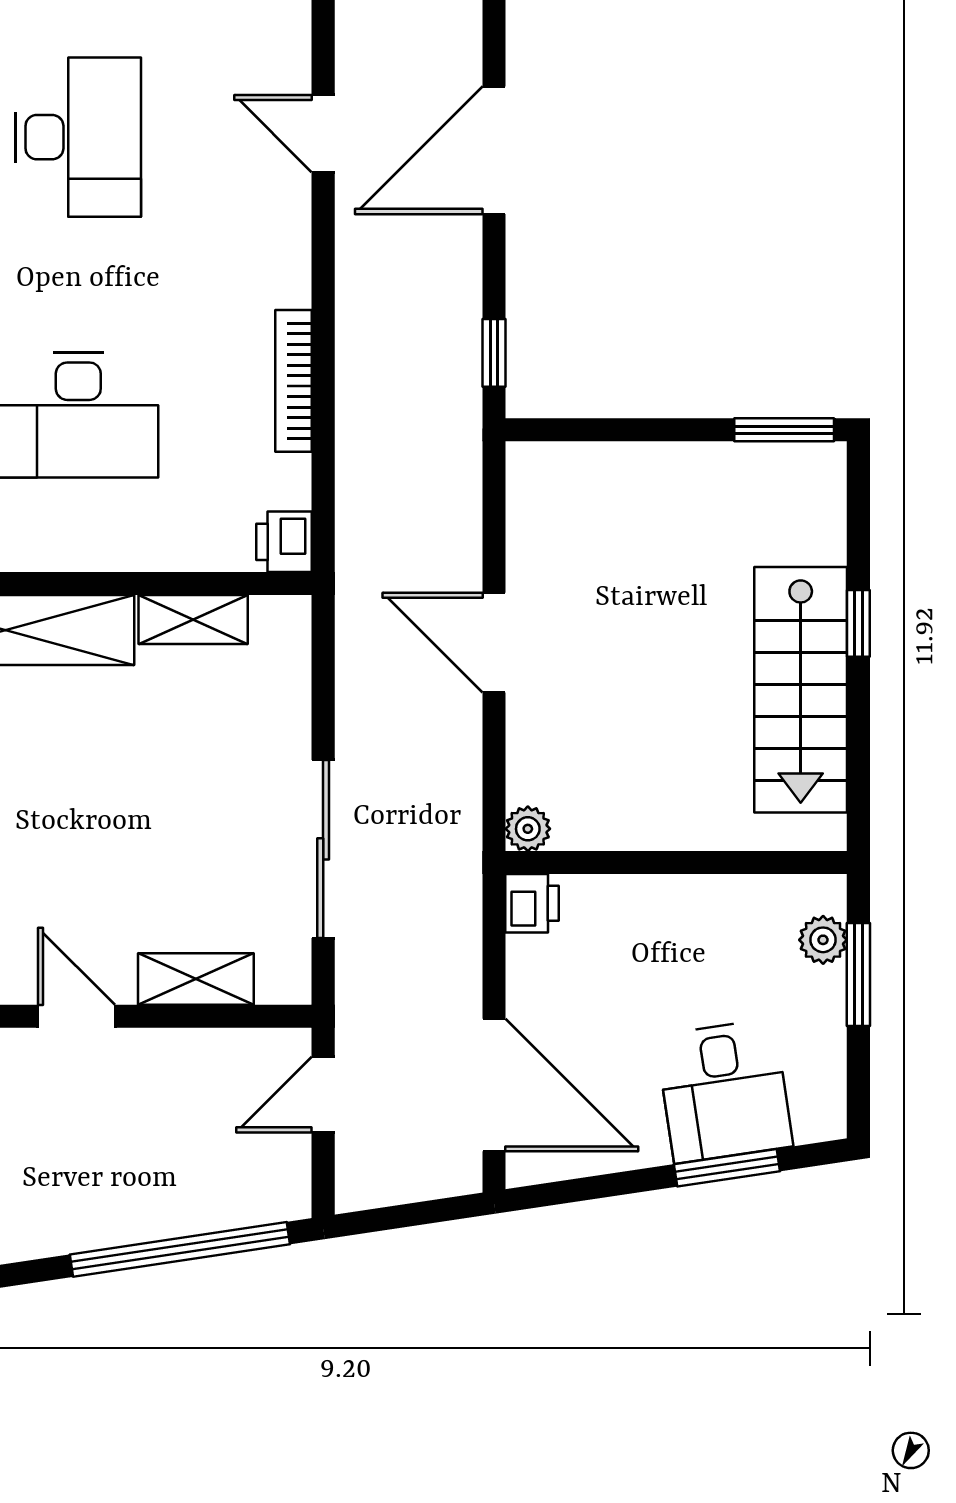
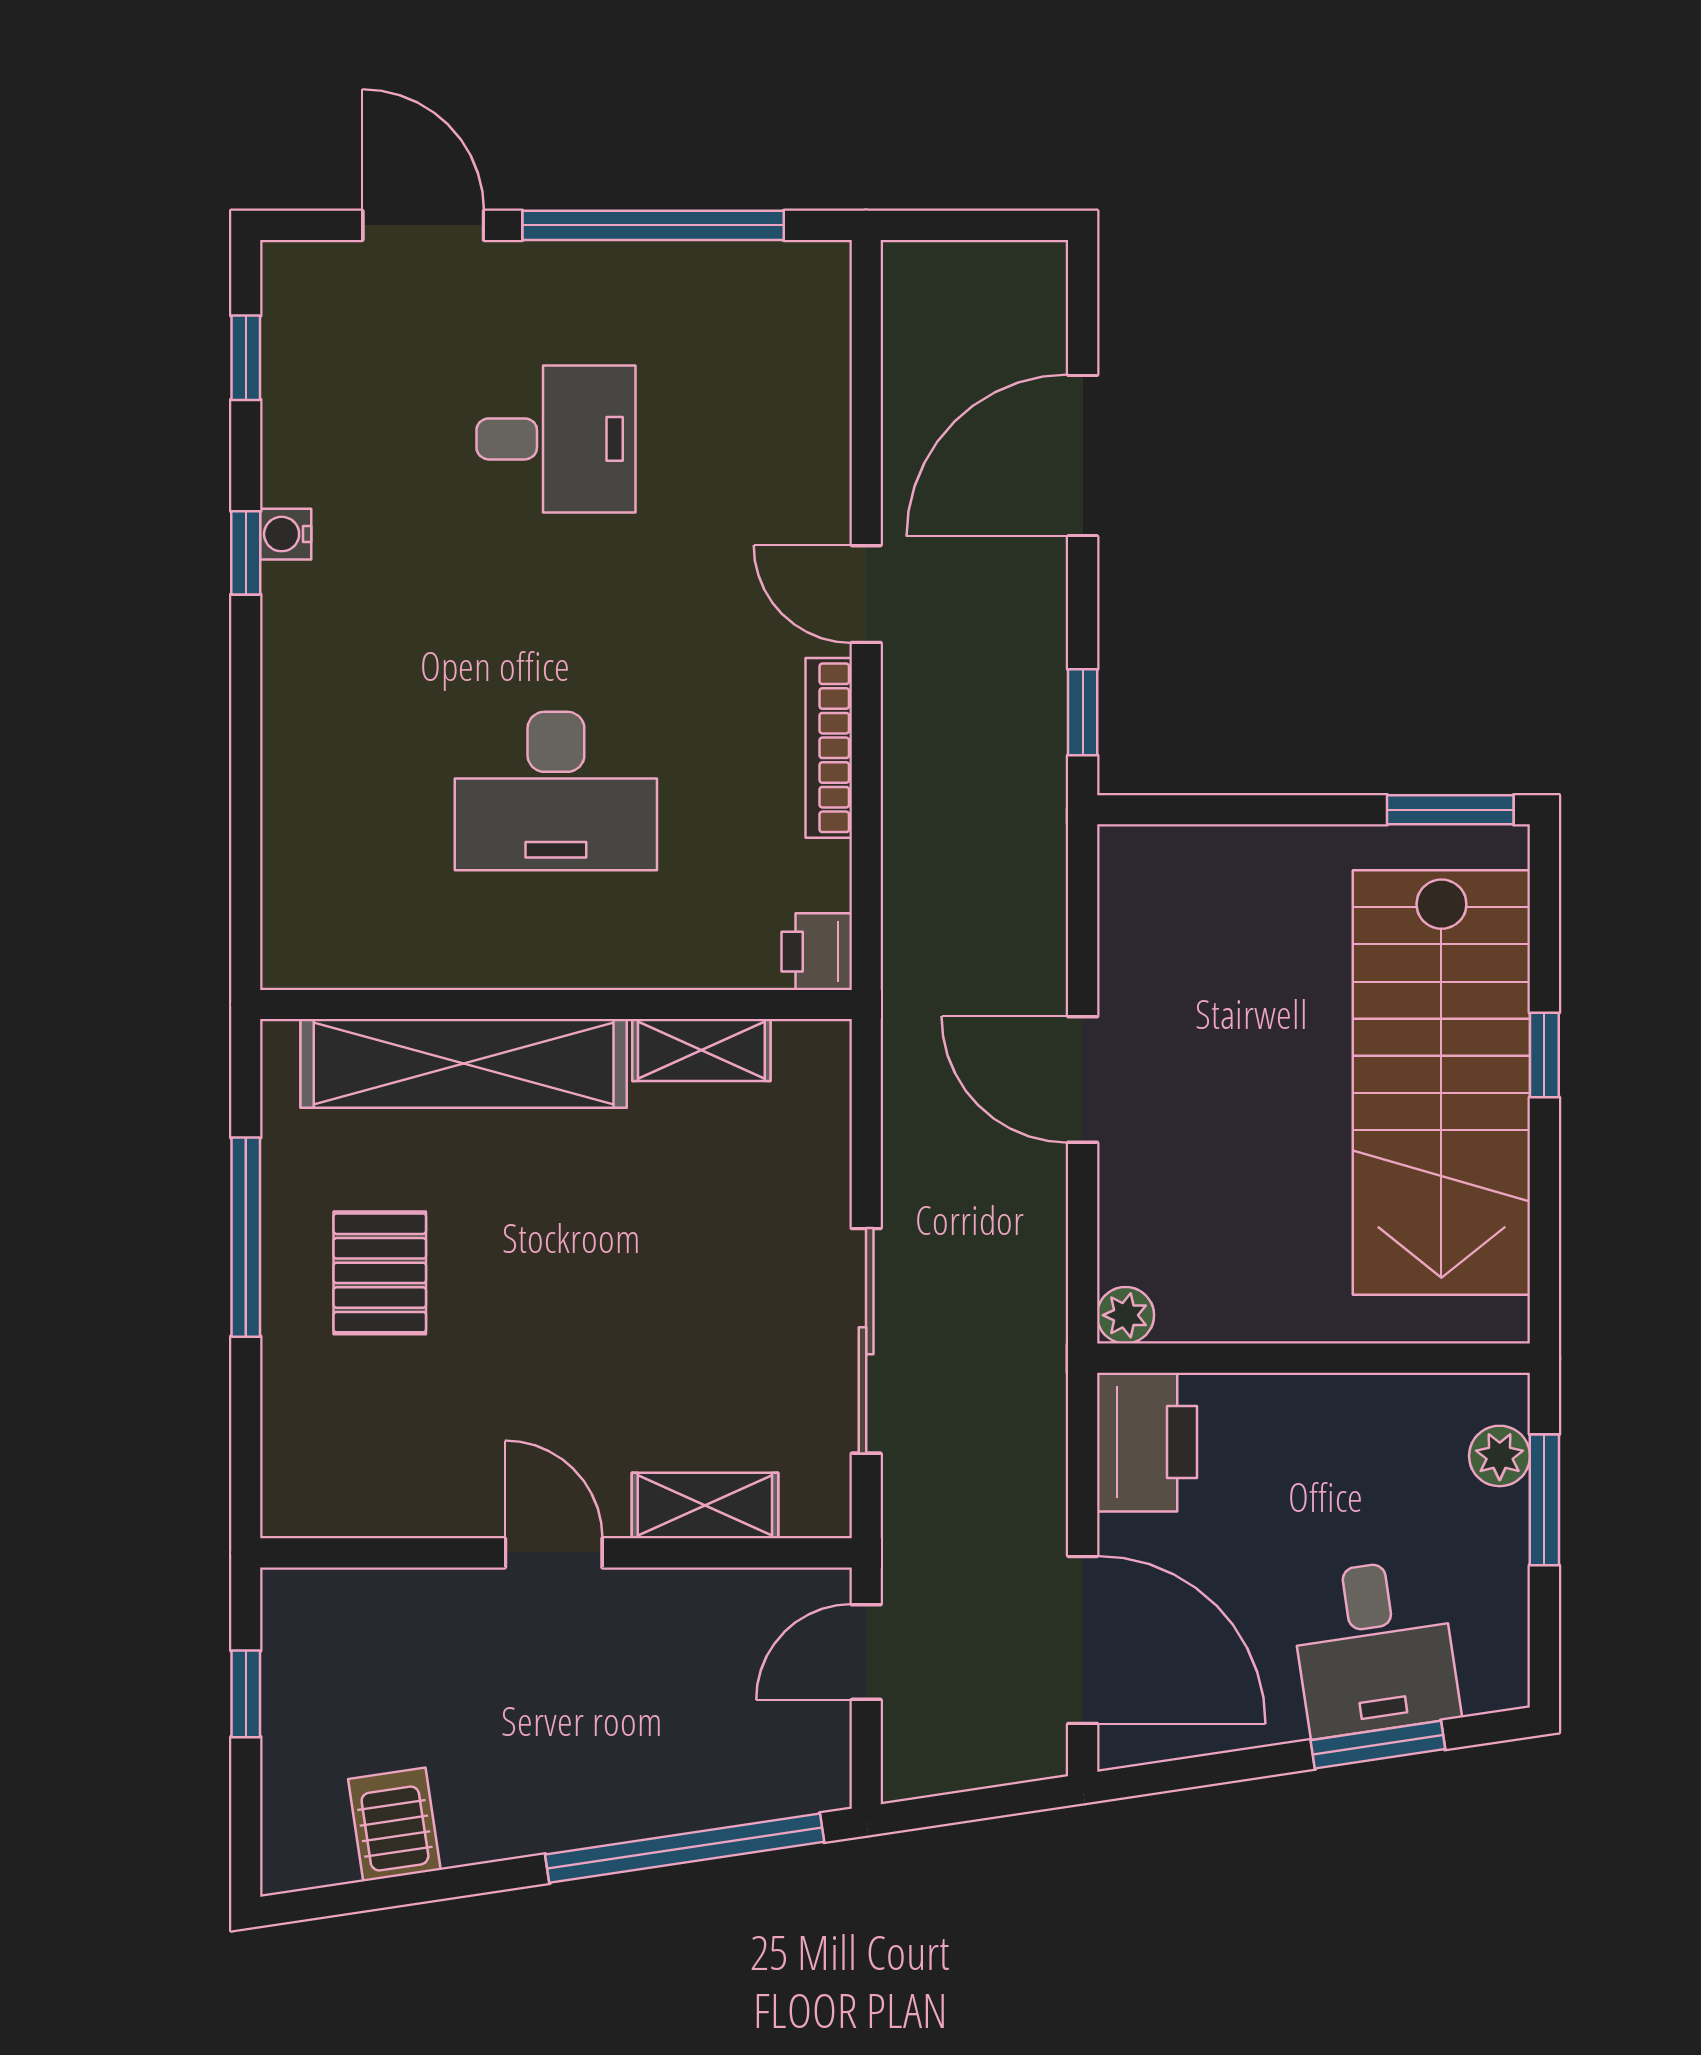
door: (323, 134) -> (866, 594), moved
desk: (78, 137) -> (556, 439), width x0.73
stairs: (801, 690) -> (1441, 1082), width x1.36, depth x1.51
printer: (532, 903) -> (1147, 1442), width x1.87, depth x1.48

